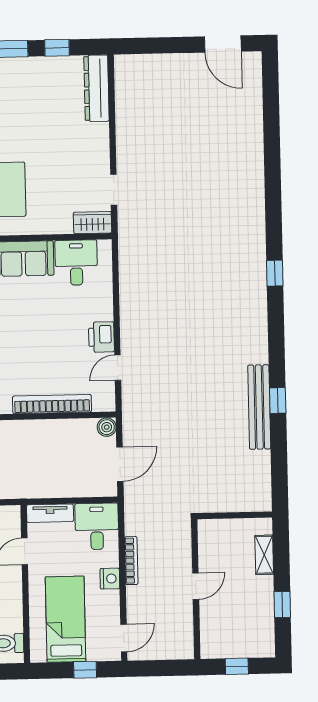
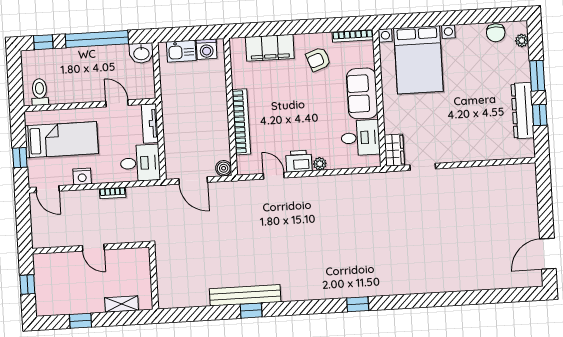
dresser: (96, 88) -> (523, 111), moved, turned -90
plant: (105, 312) -> (320, 164), added
bookcase: (131, 561) -> (113, 193), width x0.64
nightstand: (110, 579) -> (82, 176), moved

